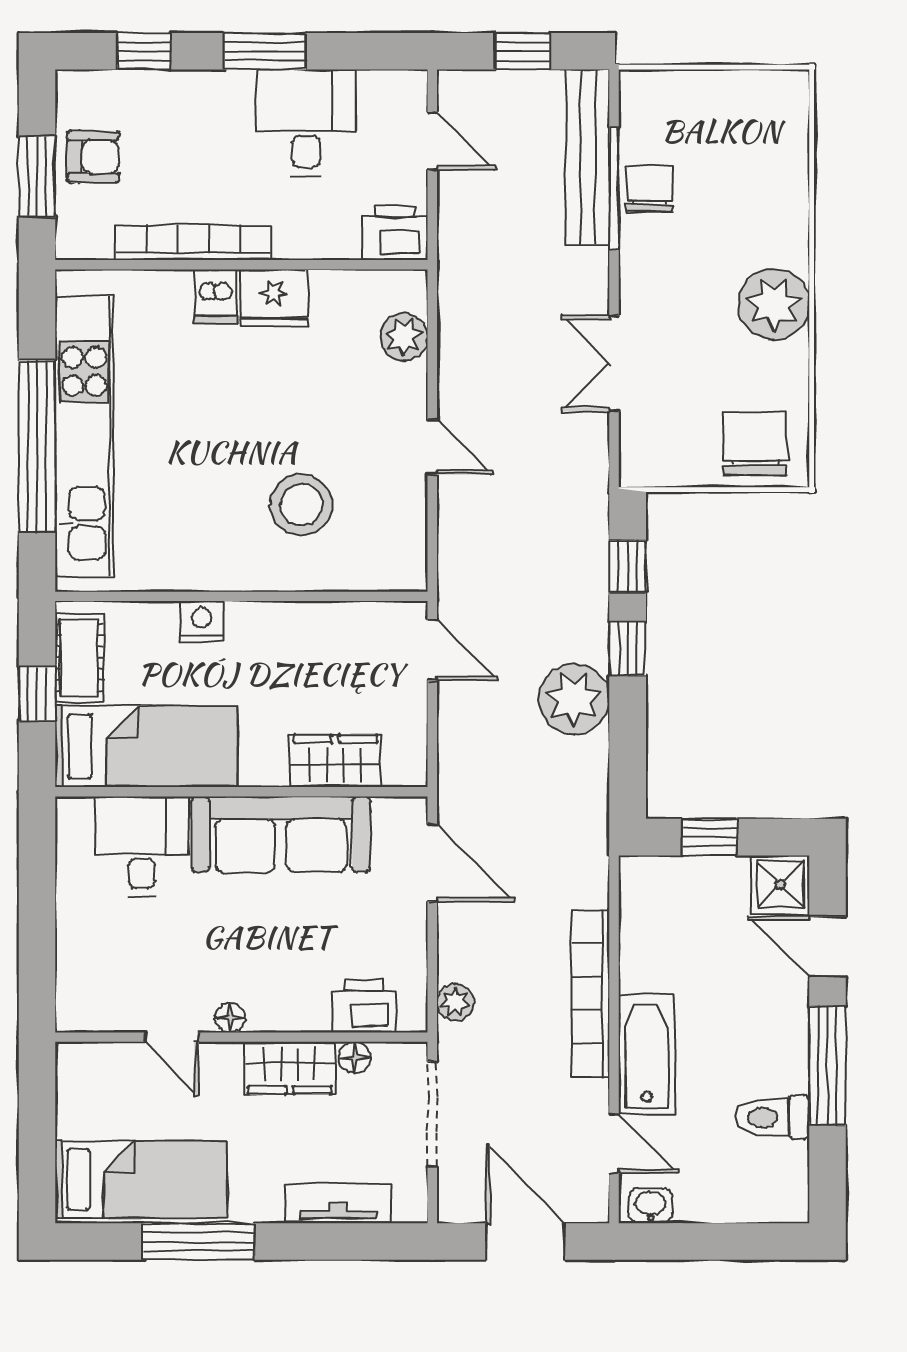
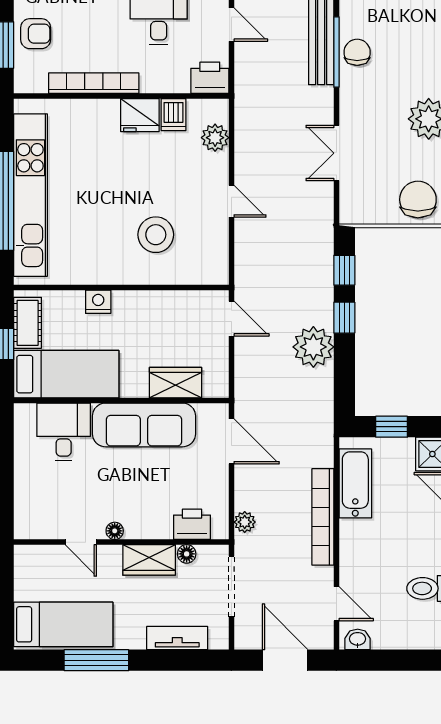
dishwasher: (215, 297) -> (174, 115), moved
bathtub: (647, 1054) -> (355, 483), moved

